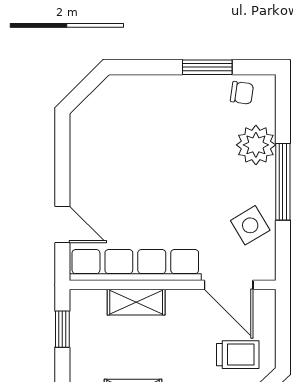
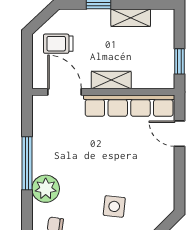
side table: (250, 225) -> (114, 206), moved, turned 37
shelving: (136, 302) -> (111, 80), moved

